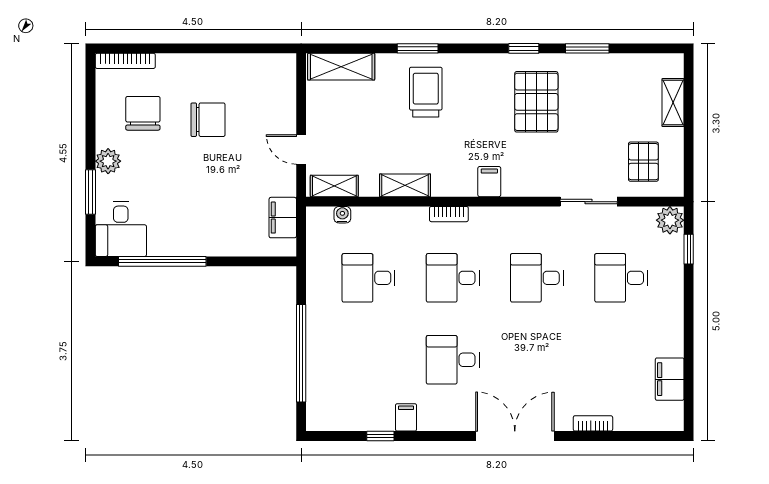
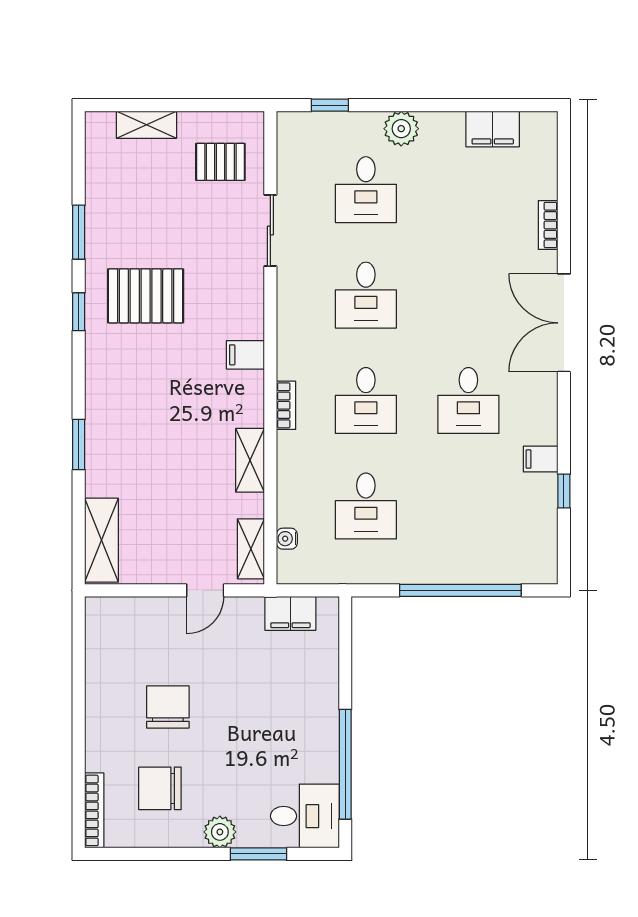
trolley: (426, 92) -> (133, 434), removed
plant: (670, 220) -> (401, 129), moved

